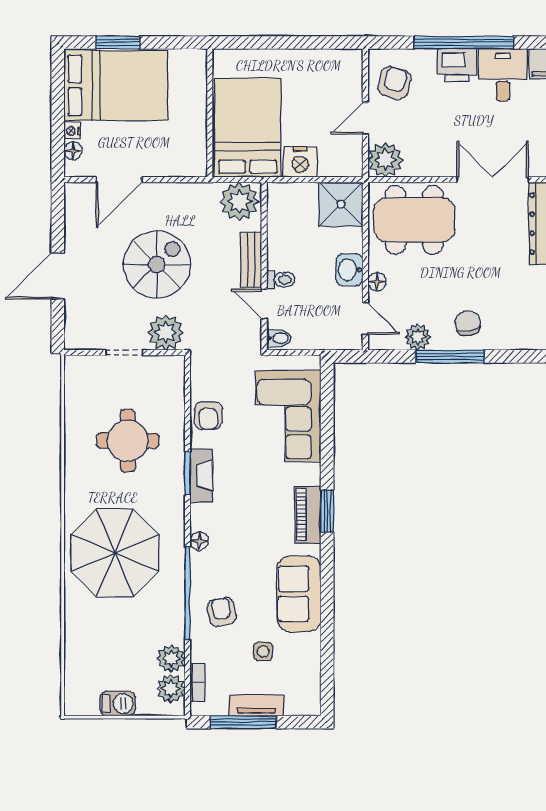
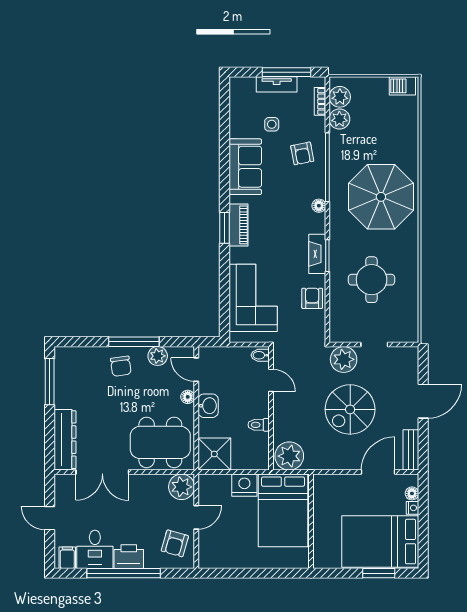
bench: (251, 260) -> (411, 450), moved
toilet: (281, 280) -> (259, 425), moved
barbecue: (118, 703) -> (402, 86), moved

